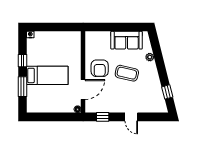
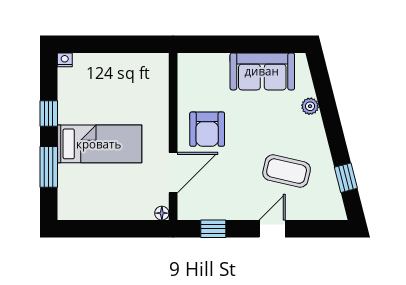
coffee table: (127, 73) -> (287, 171), moved
door: (131, 117) -> (272, 229), swing flipped

